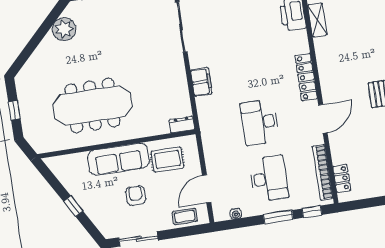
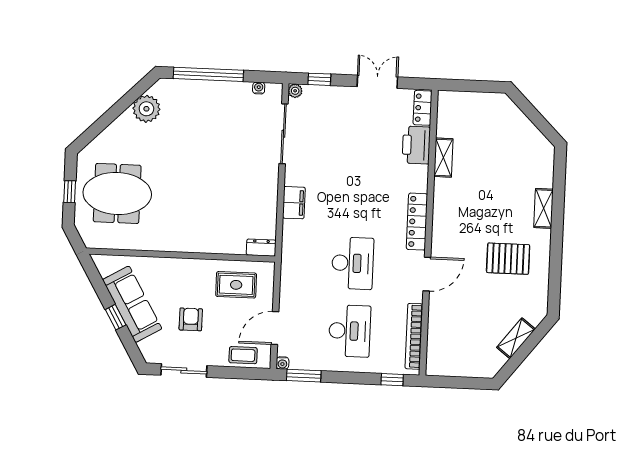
meeting table: (92, 106) -> (117, 193), moved, width x0.73
desk: (260, 122) -> (353, 263), turned 180
sofa: (118, 159) -> (132, 304), moved, turned -120
locker: (342, 178) -> (435, 348), removed
water cooler: (236, 214) -> (282, 363), moved
window: (278, 217) -> (304, 376), moved

